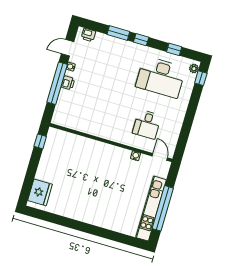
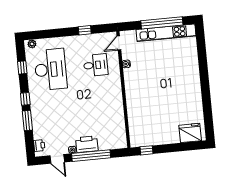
window: (201, 78) -> (85, 30), moved
printer: (68, 83) -> (87, 144), width x1.87, depth x1.48

